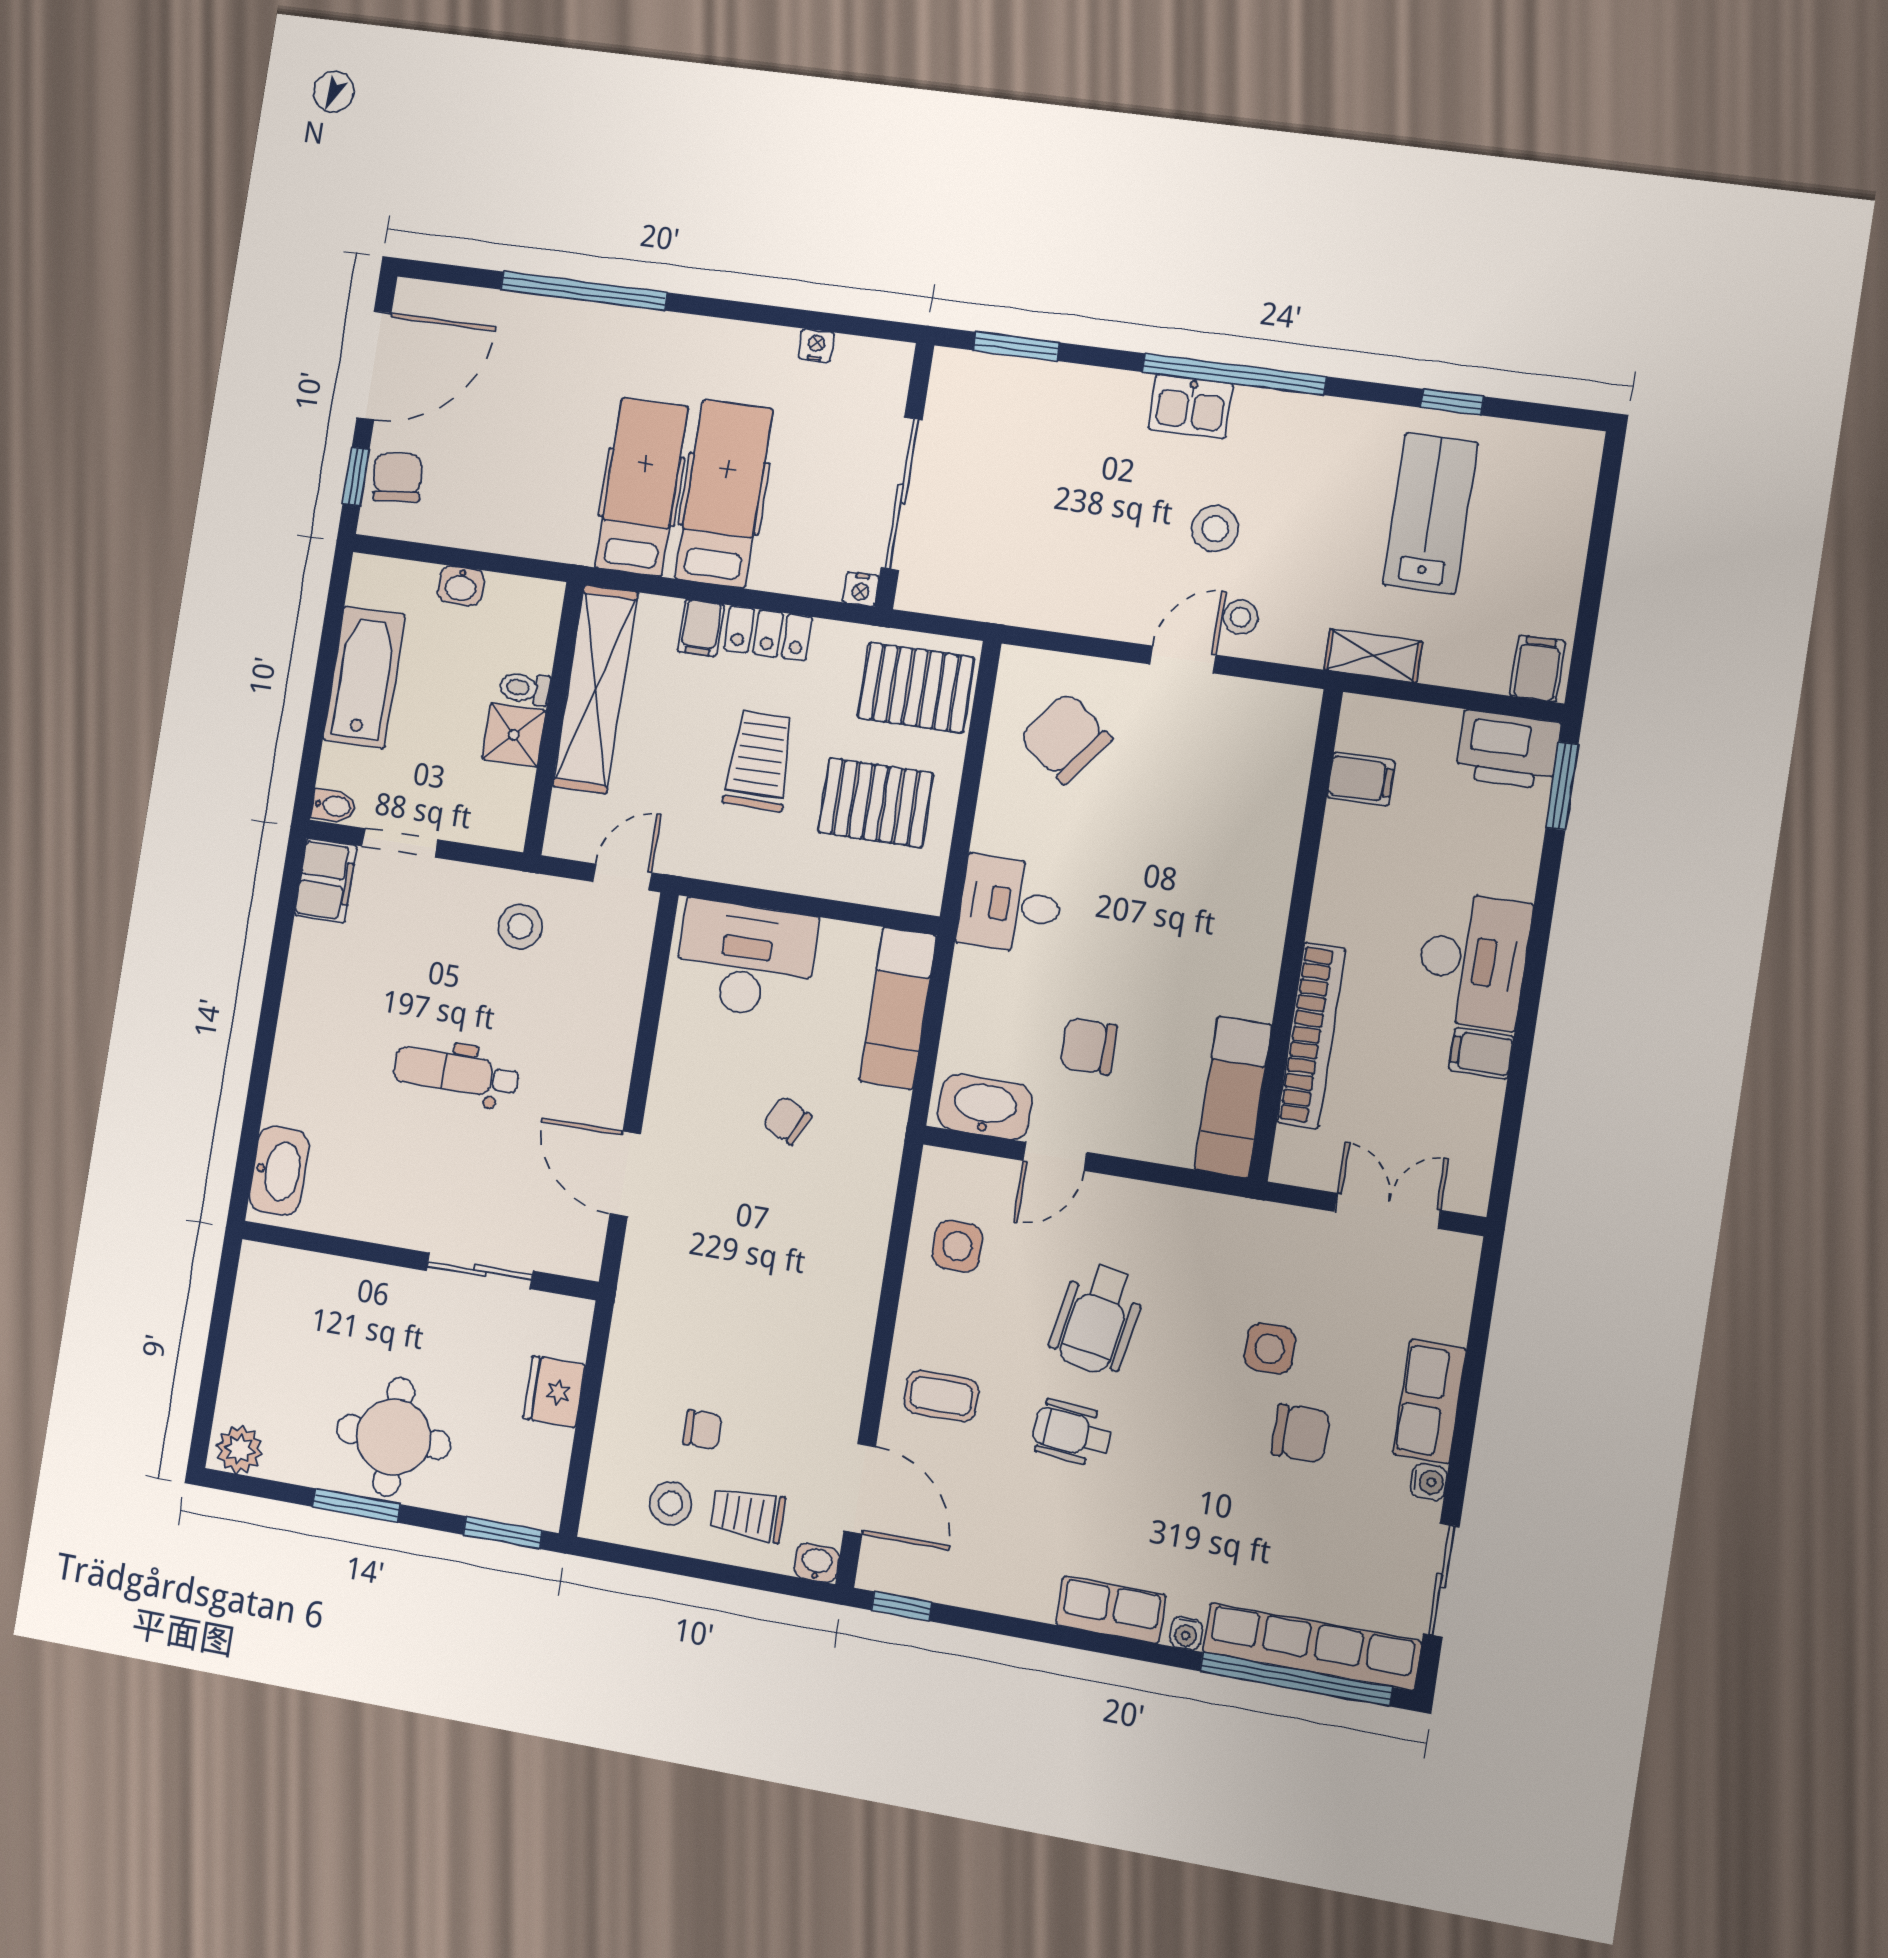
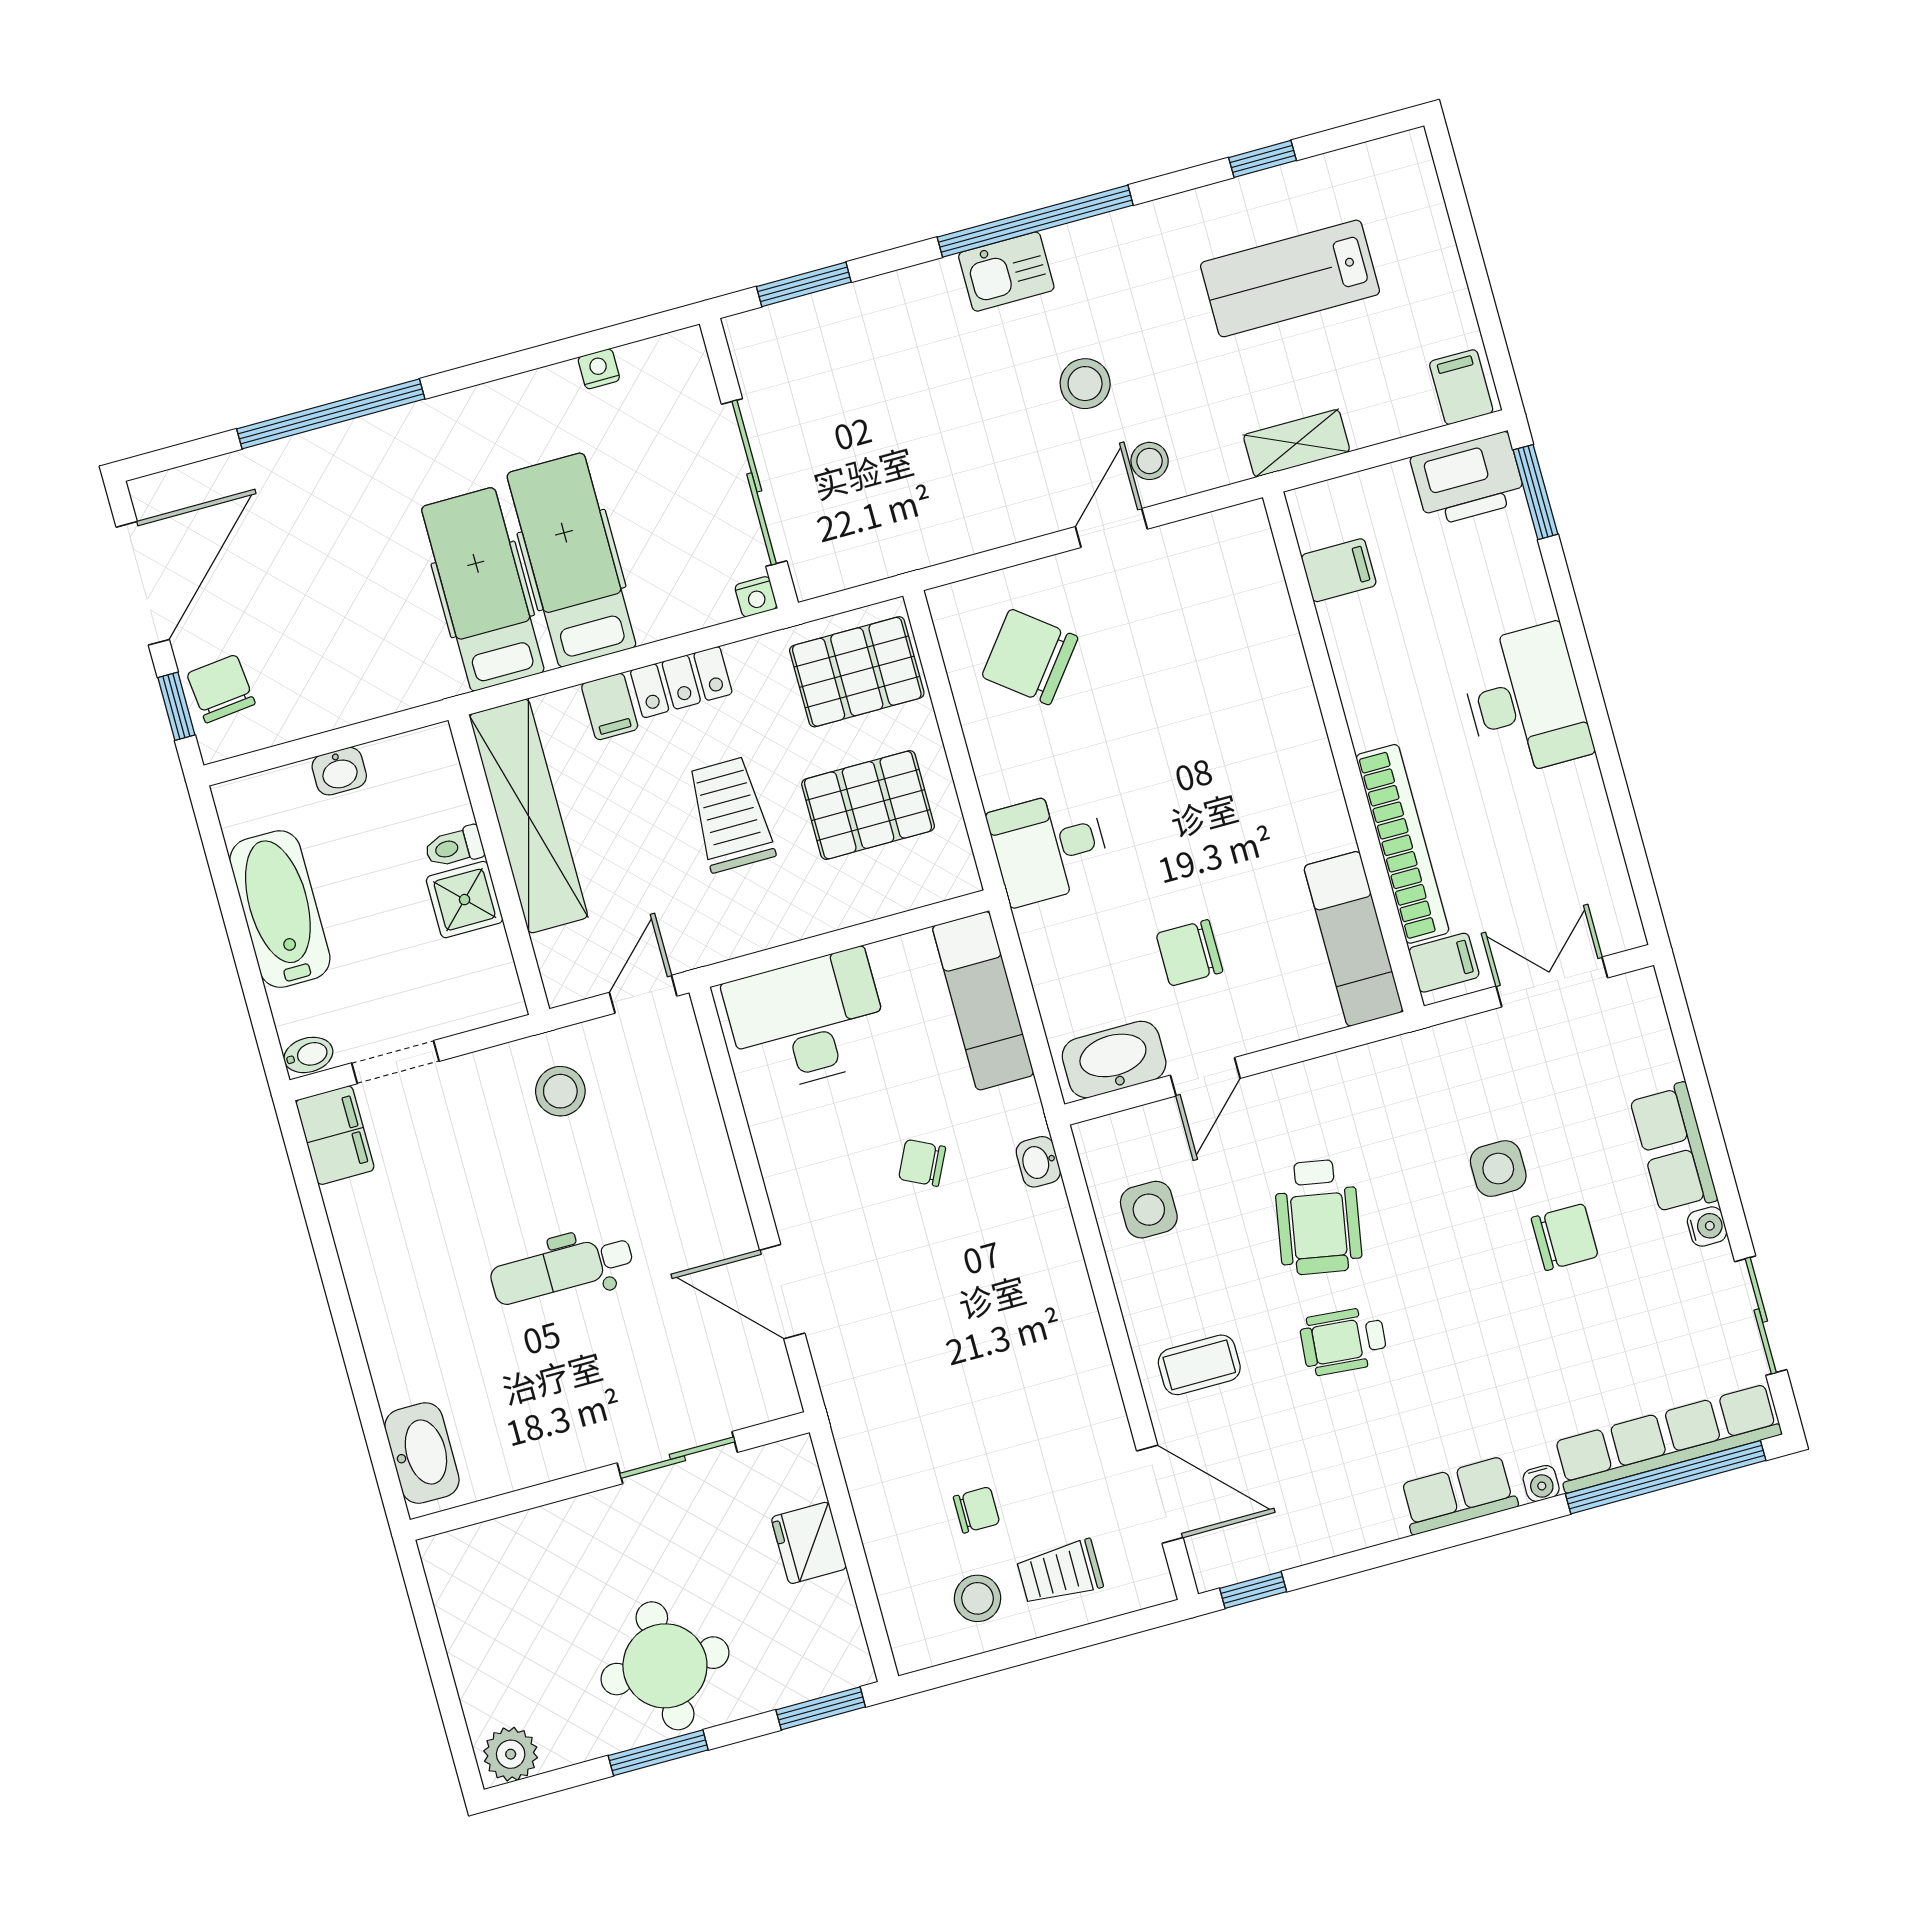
lab bench: (1430, 513) -> (1290, 278), turned -90
filing cabinet: (1481, 1053) -> (1444, 963), moved, turned 180
washbasin: (817, 1563) -> (1038, 1162), moved, turned -90

